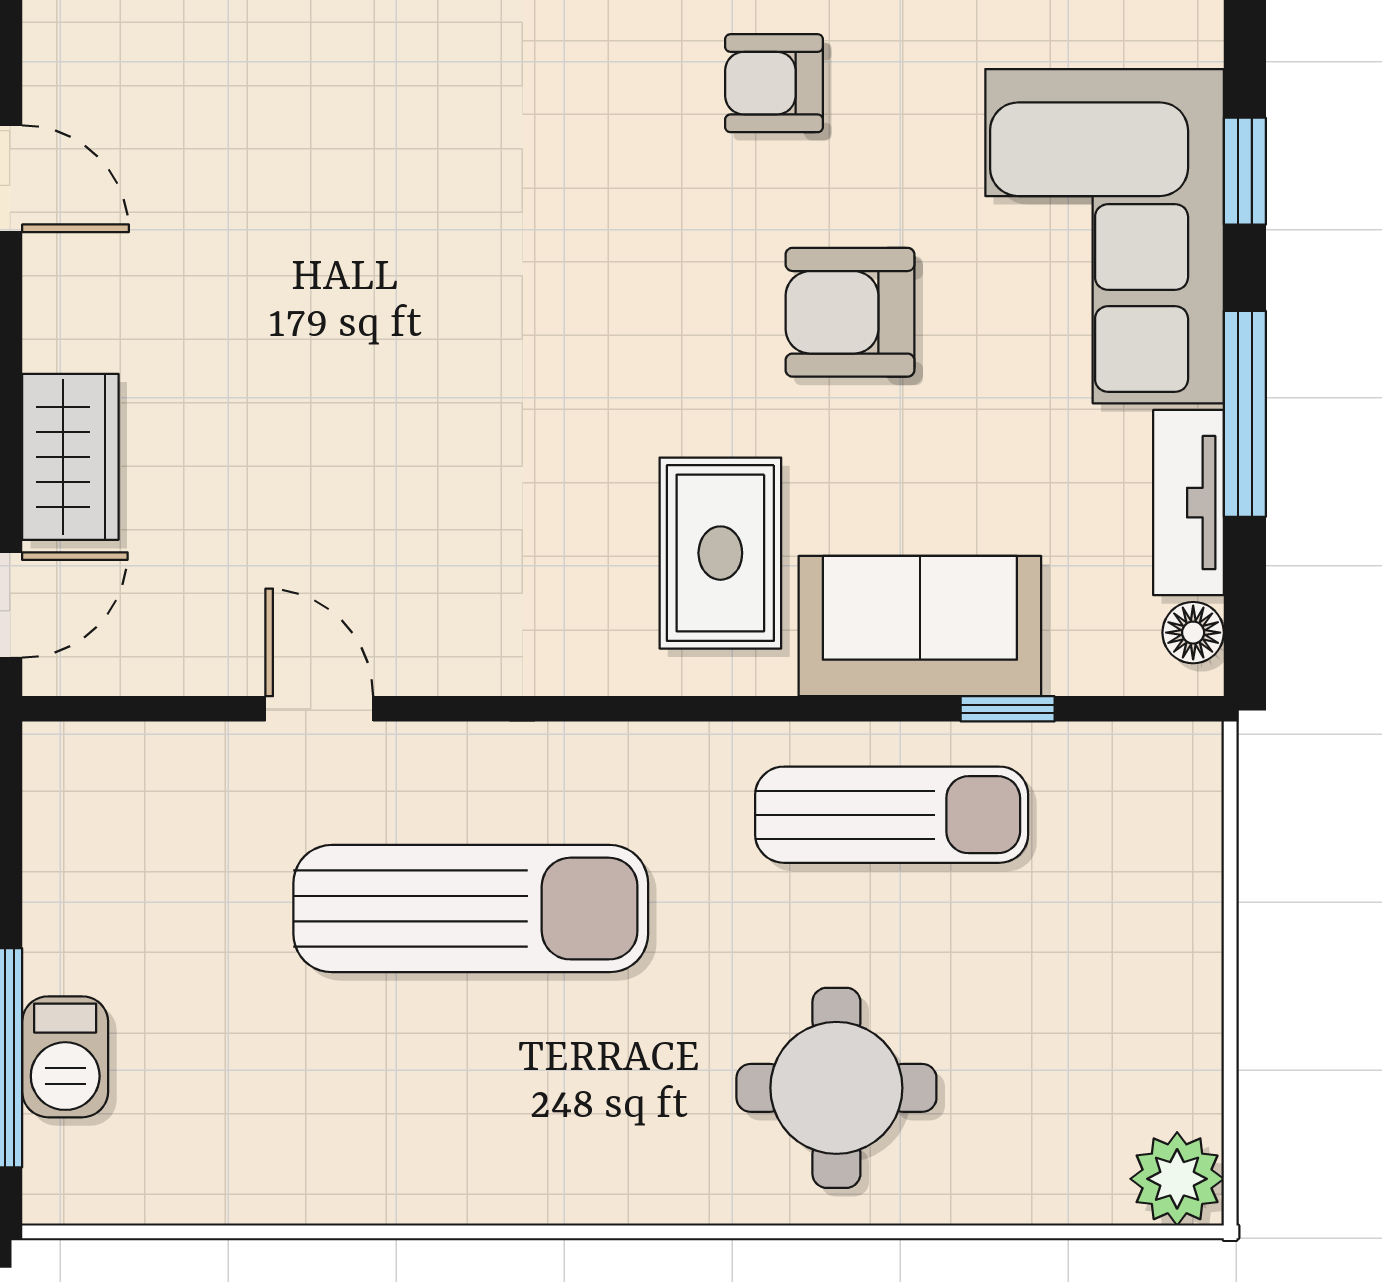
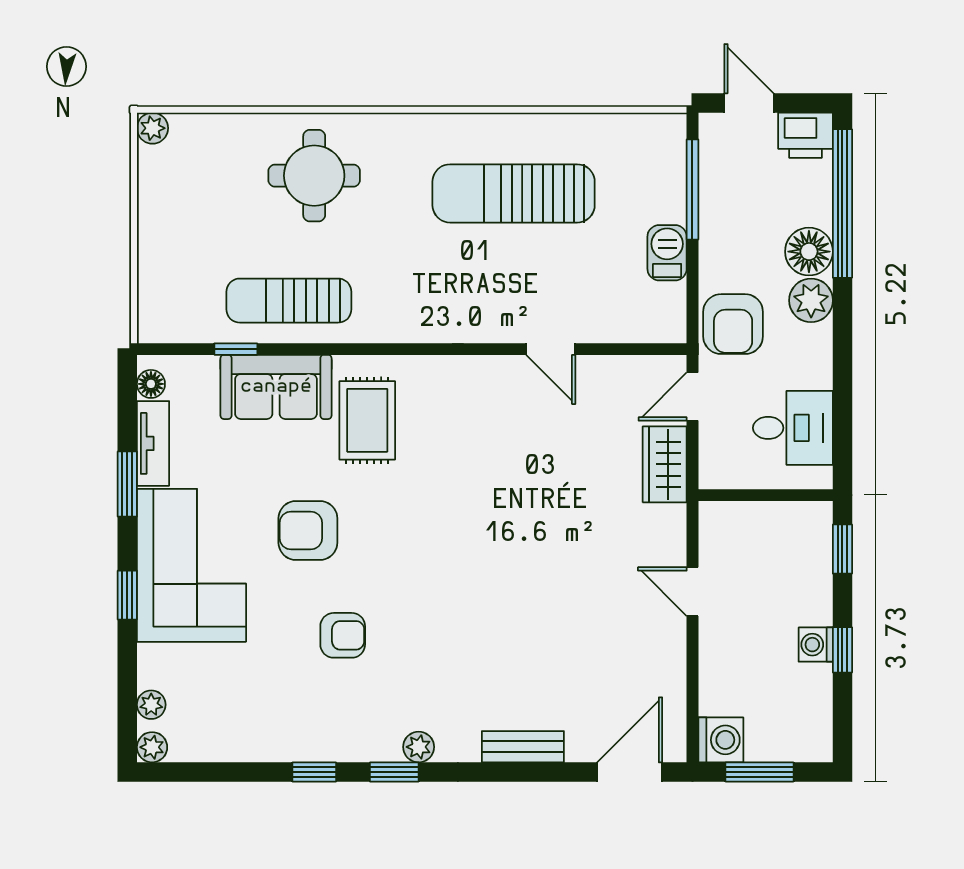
armchair: (850, 312) -> (308, 530), turned 180
window: (1245, 414) -> (127, 484), width x0.69
sun lounger: (471, 909) -> (514, 193), moved
barbecue: (65, 1057) -> (667, 253), moved
plant: (1177, 1179) -> (152, 128), width x0.73, depth x0.73

